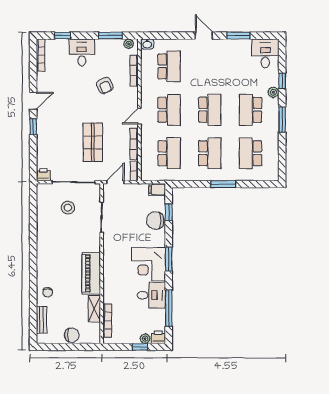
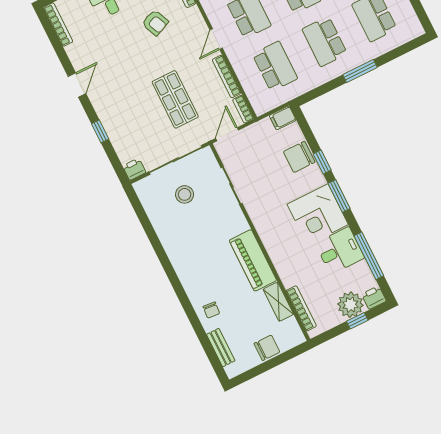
window: (33, 127) -> (100, 131), moved
school desk: (210, 153) -> (325, 41), turned 180
window: (169, 212) -> (322, 162), moved
plant: (145, 339) -> (350, 305), width x1.88, depth x1.88

